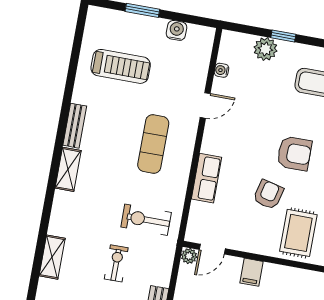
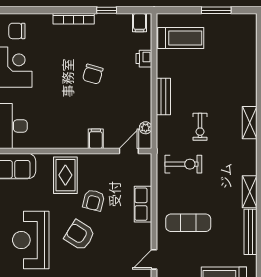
bench: (75, 126) -> (251, 232), width x1.36
exercise mat: (153, 144) -> (188, 223), turned 90
armchair: (294, 153) -> (80, 235), turned 32
plant: (189, 256) -> (146, 128), moved

